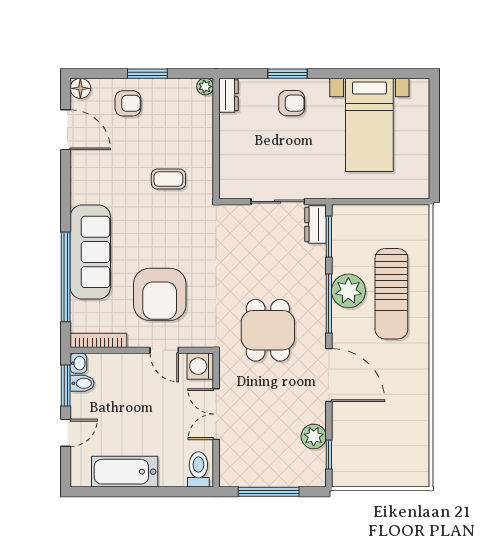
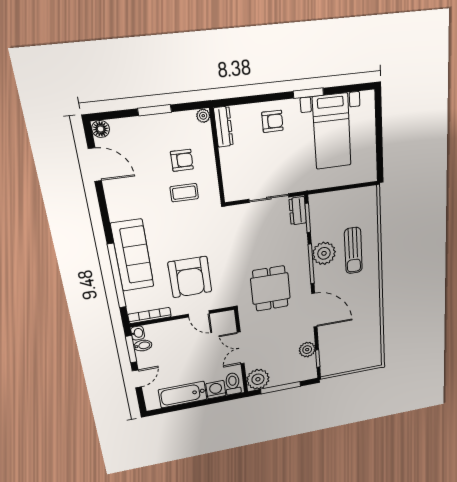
window: (287, 74) -> (308, 93), moved
dresser: (228, 95) -> (223, 127), width x1.44
armchair: (128, 103) -> (182, 160), moved
sun lounger: (391, 294) -> (353, 251), width x0.73, depth x0.75
washing machine: (200, 366) -> (216, 390), moved, turned 90
plant: (236, 470) -> (258, 379), added

